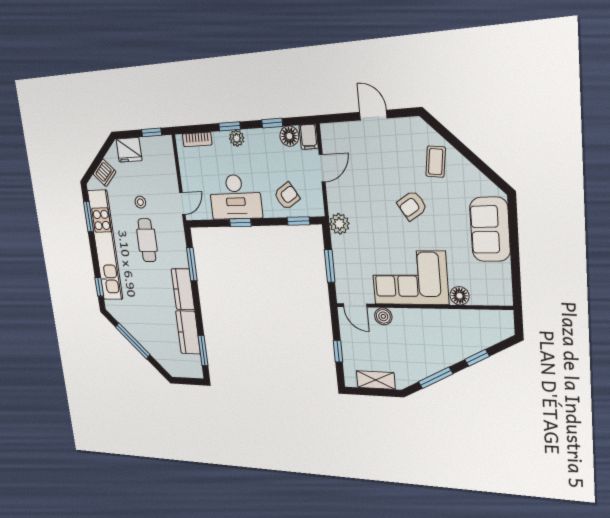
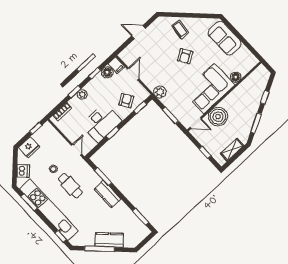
boiler: (383, 316) -> (218, 117), width x1.86, depth x1.86
kitchen counter: (188, 332) -> (109, 240), moved, turned 135

